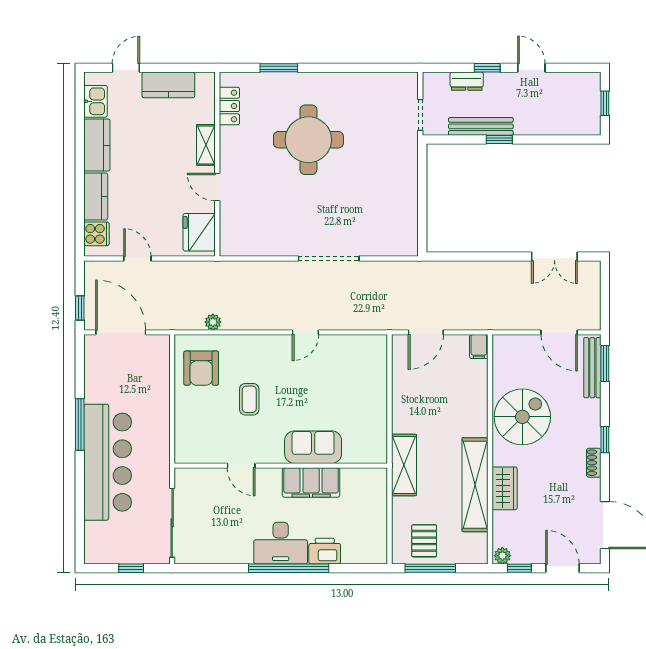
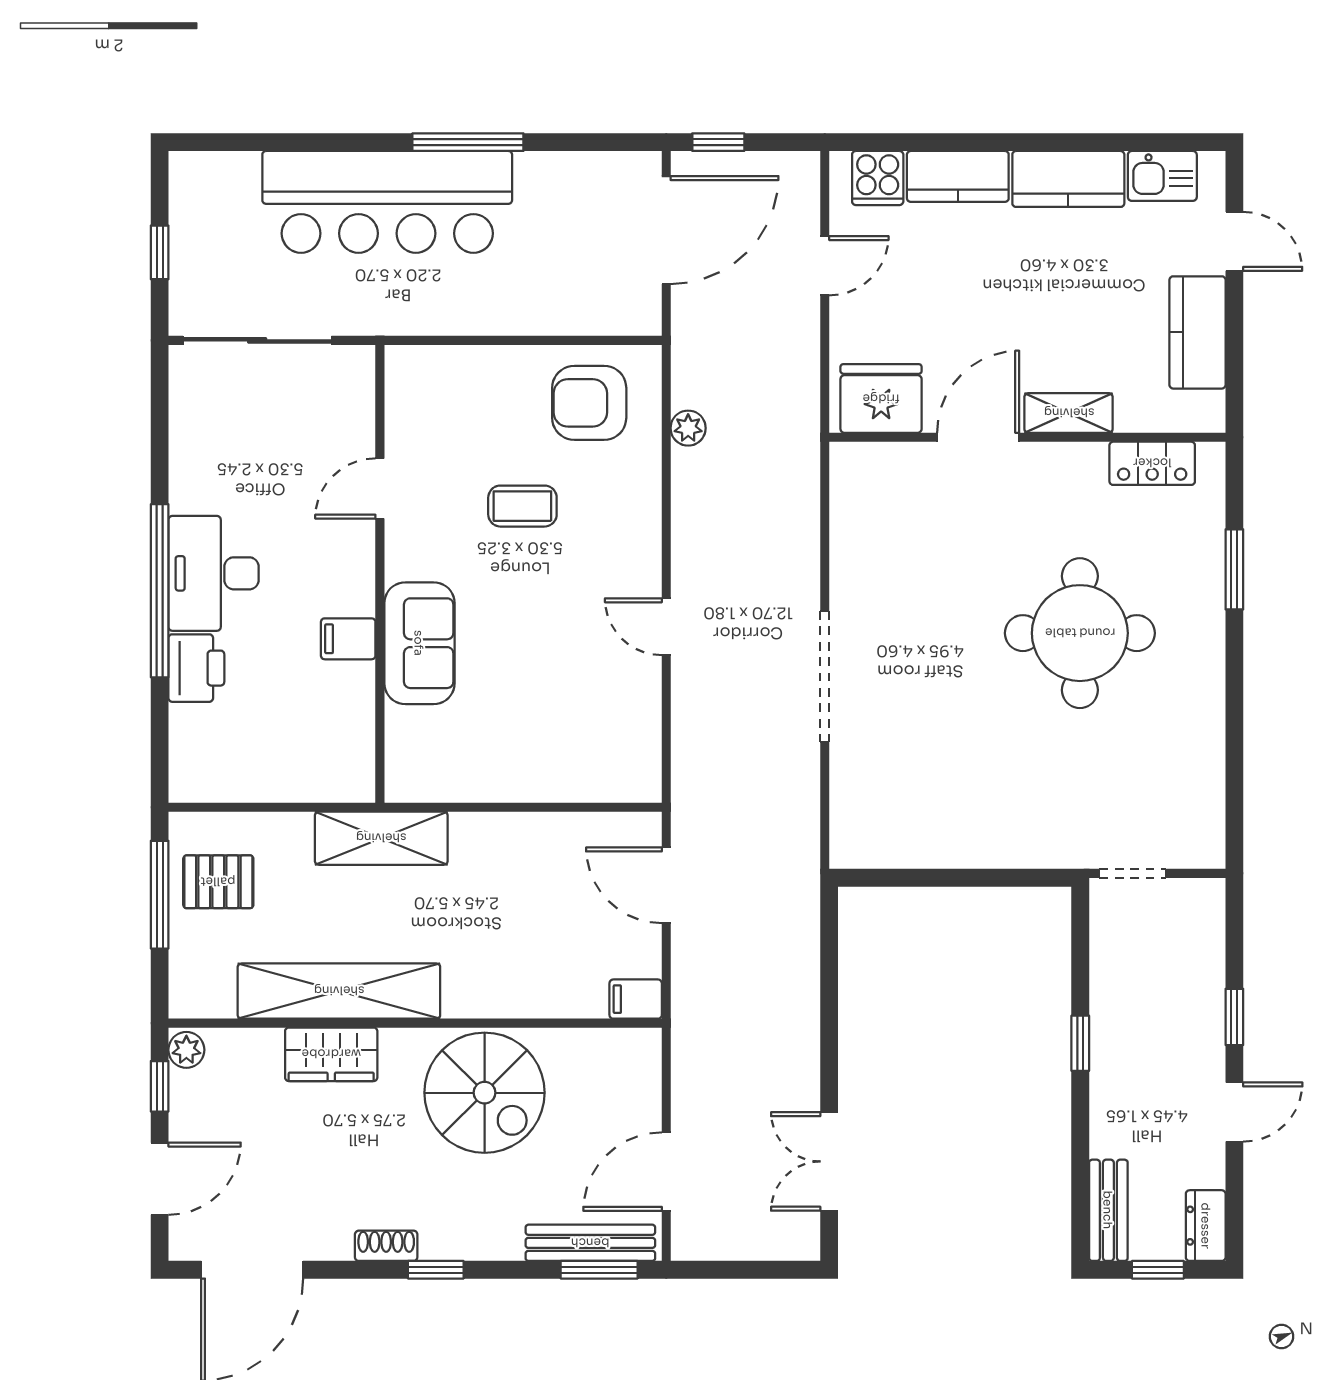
dresser: (467, 81) -> (1206, 1226), moved
bench: (481, 126) -> (1108, 1210), moved, width x0.73
door: (217, 187) -> (978, 437), width x1.38
filing cabinet: (311, 483) -> (348, 639), width x0.33, depth x0.86

